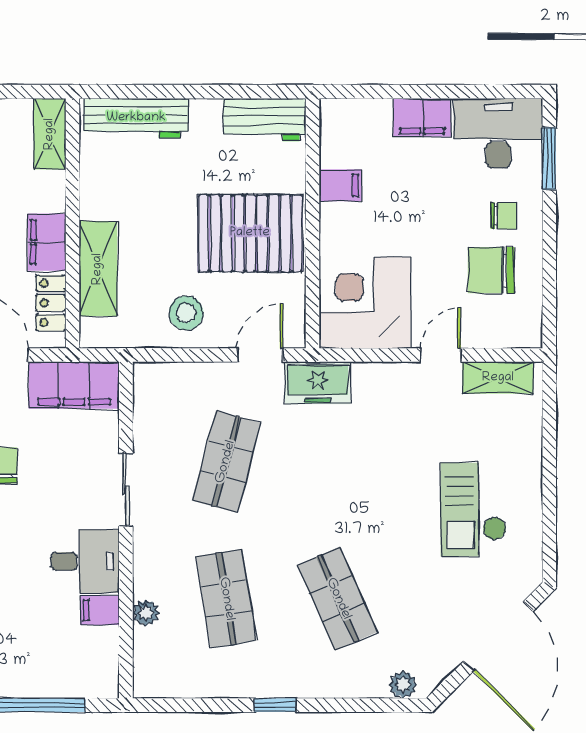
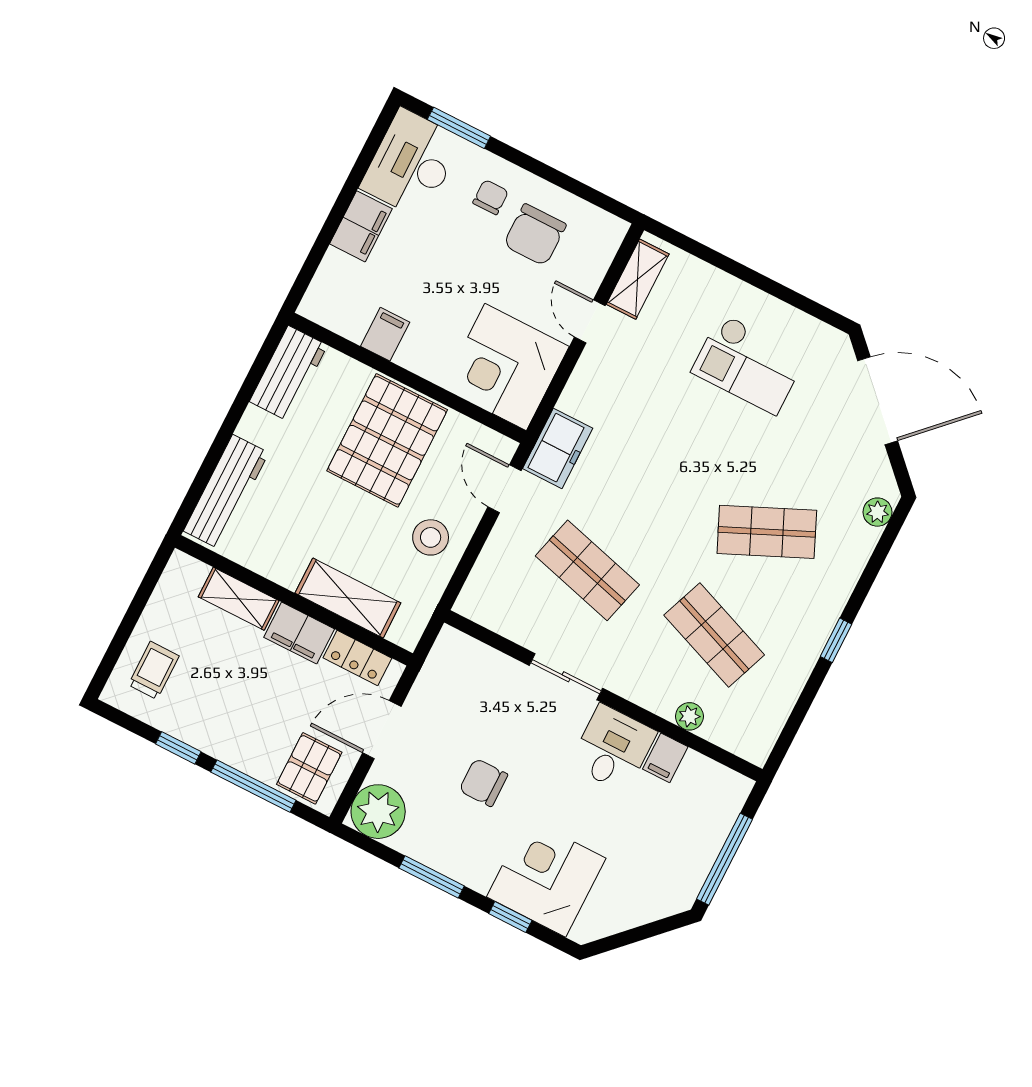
shelving: (50, 134) -> (239, 599), moved
filing cabinet: (74, 385) -> (445, 675), removed
shop shelf: (226, 599) -> (714, 635), turned 30

